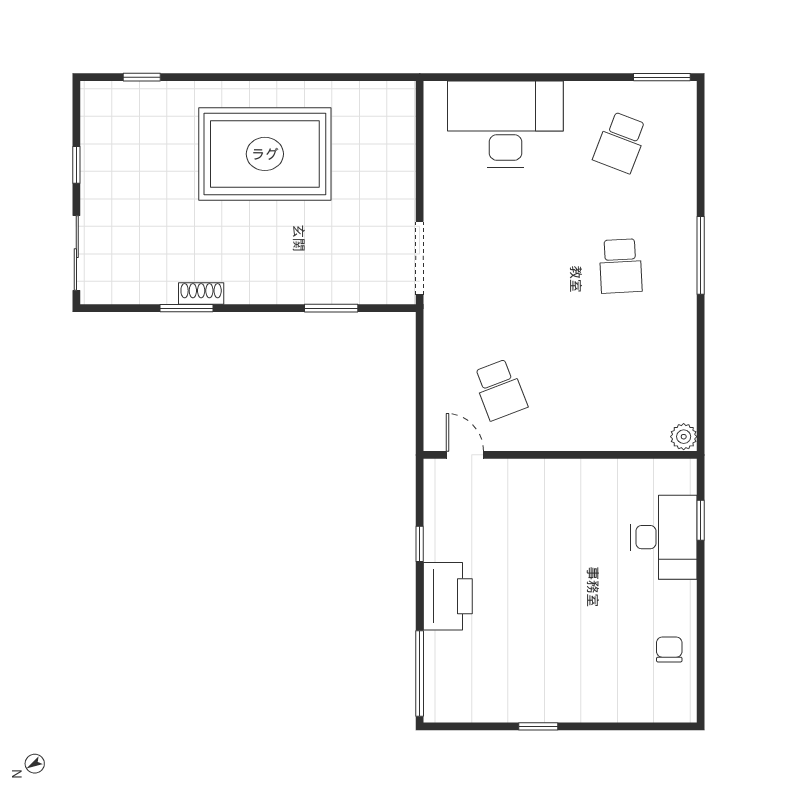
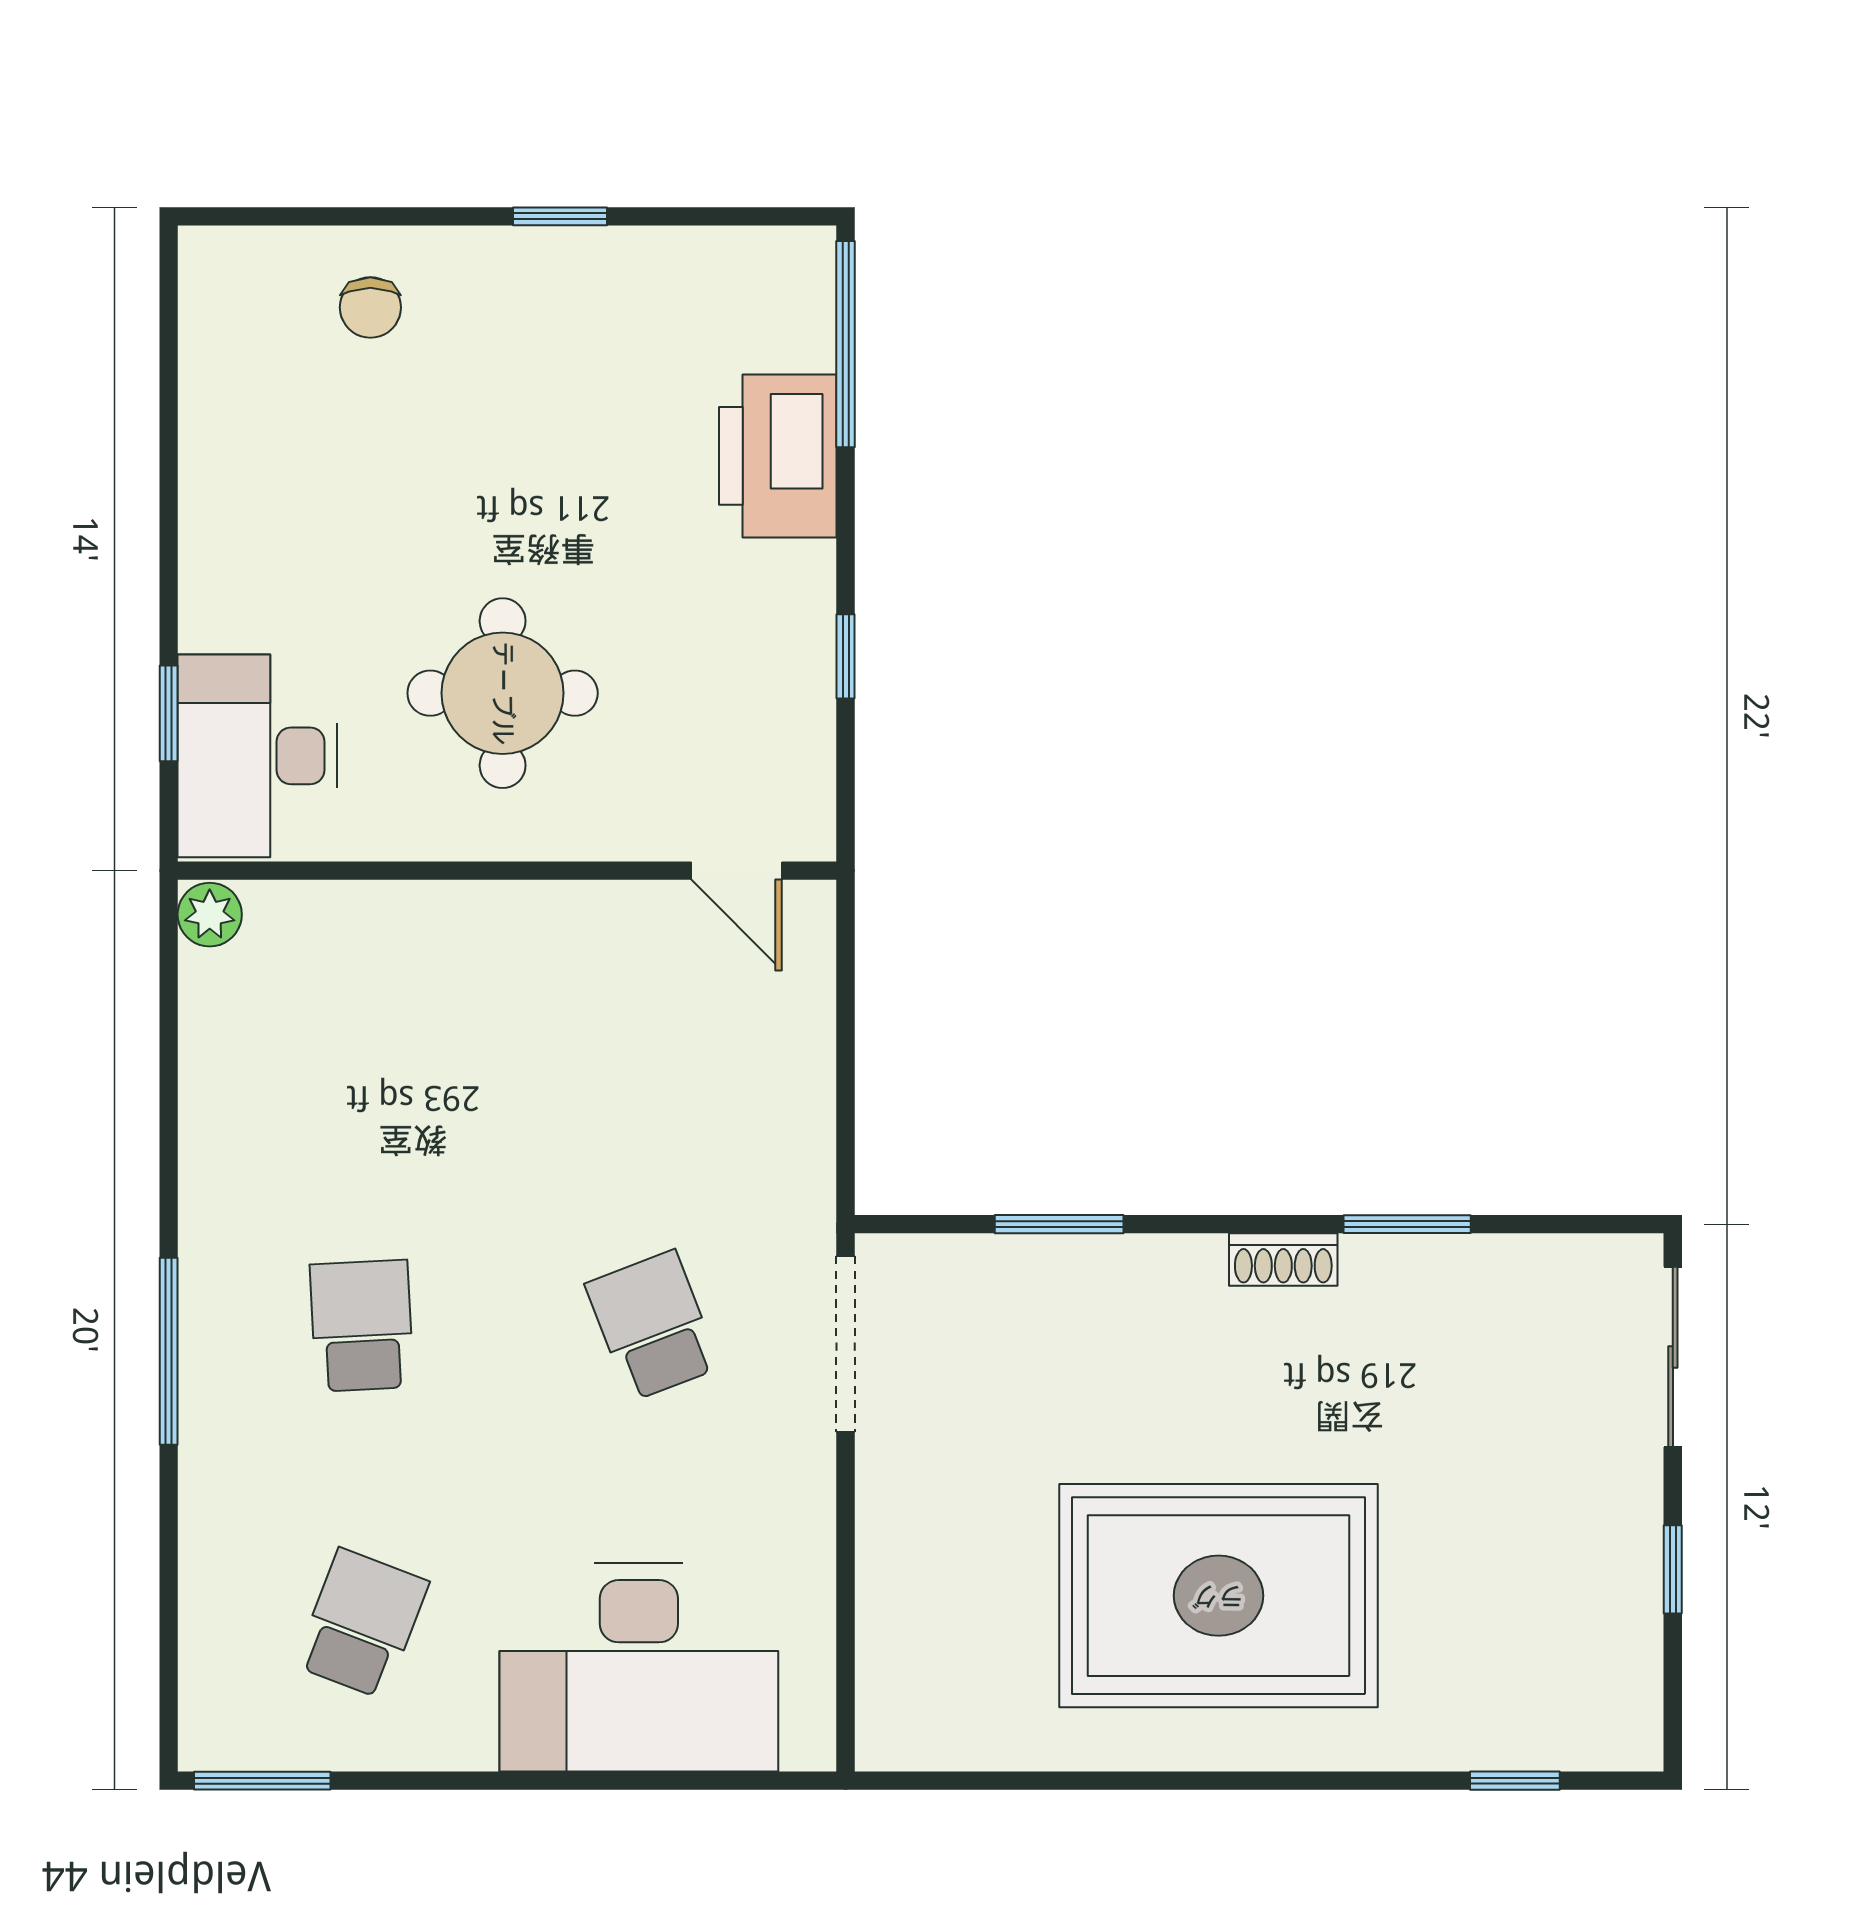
shoe rack: (201, 293) -> (1283, 1259), moved
school desk: (500, 390) -> (653, 1326), moved
round table: (562, 529) -> (503, 693), added
desk: (664, 537) -> (257, 756), moved
printer: (448, 596) -> (778, 456), moved
chair: (669, 649) -> (370, 307), moved

